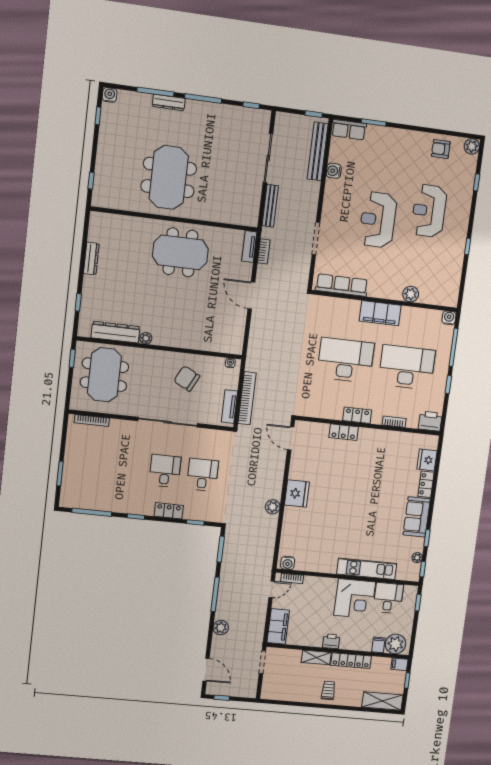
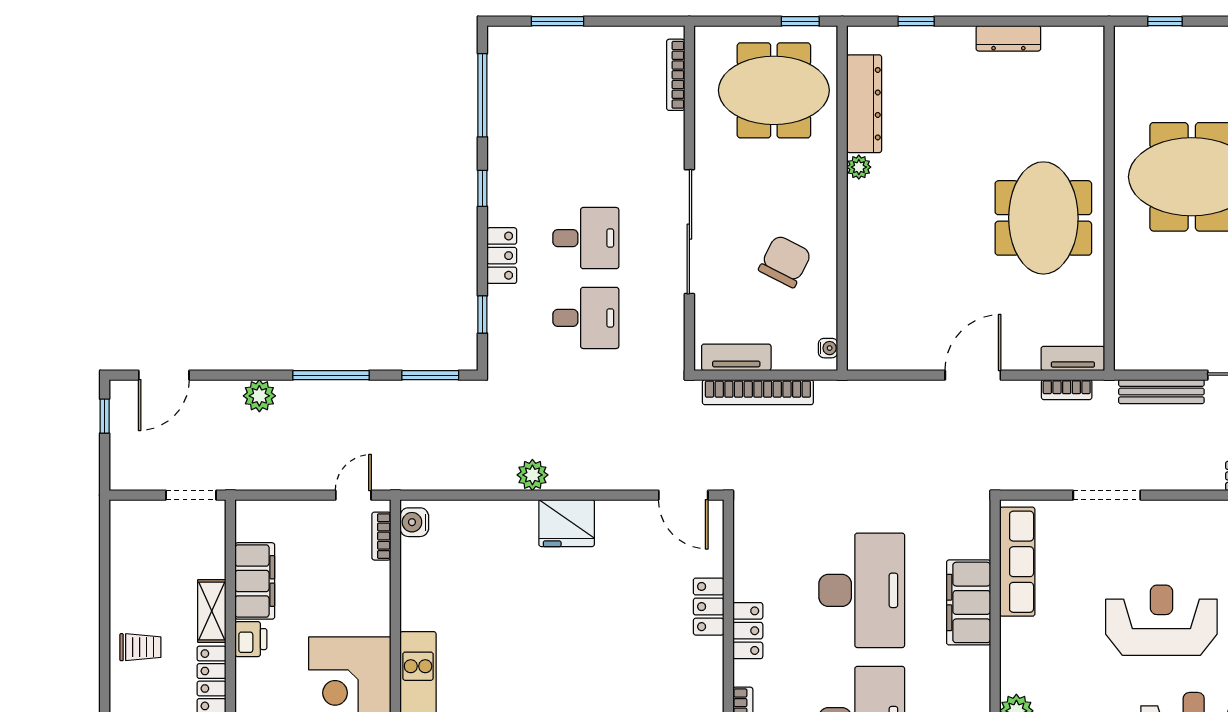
filing cabinet: (380, 313) -> (969, 602), moved
door: (291, 438) -> (683, 495), swing flipped
door: (272, 589) -> (353, 495), swing flipped
filing cabinet: (278, 626) -> (255, 581), moved, turned -90

